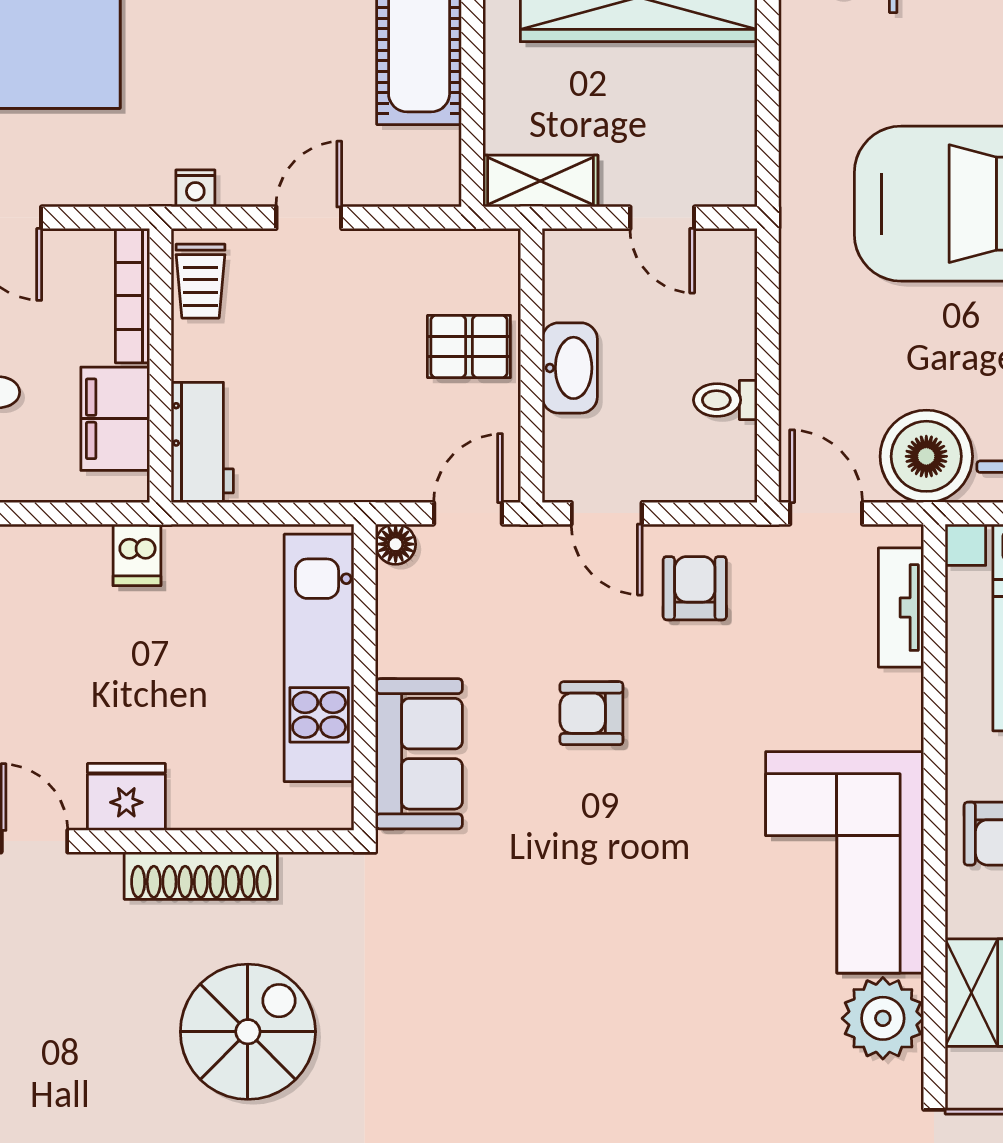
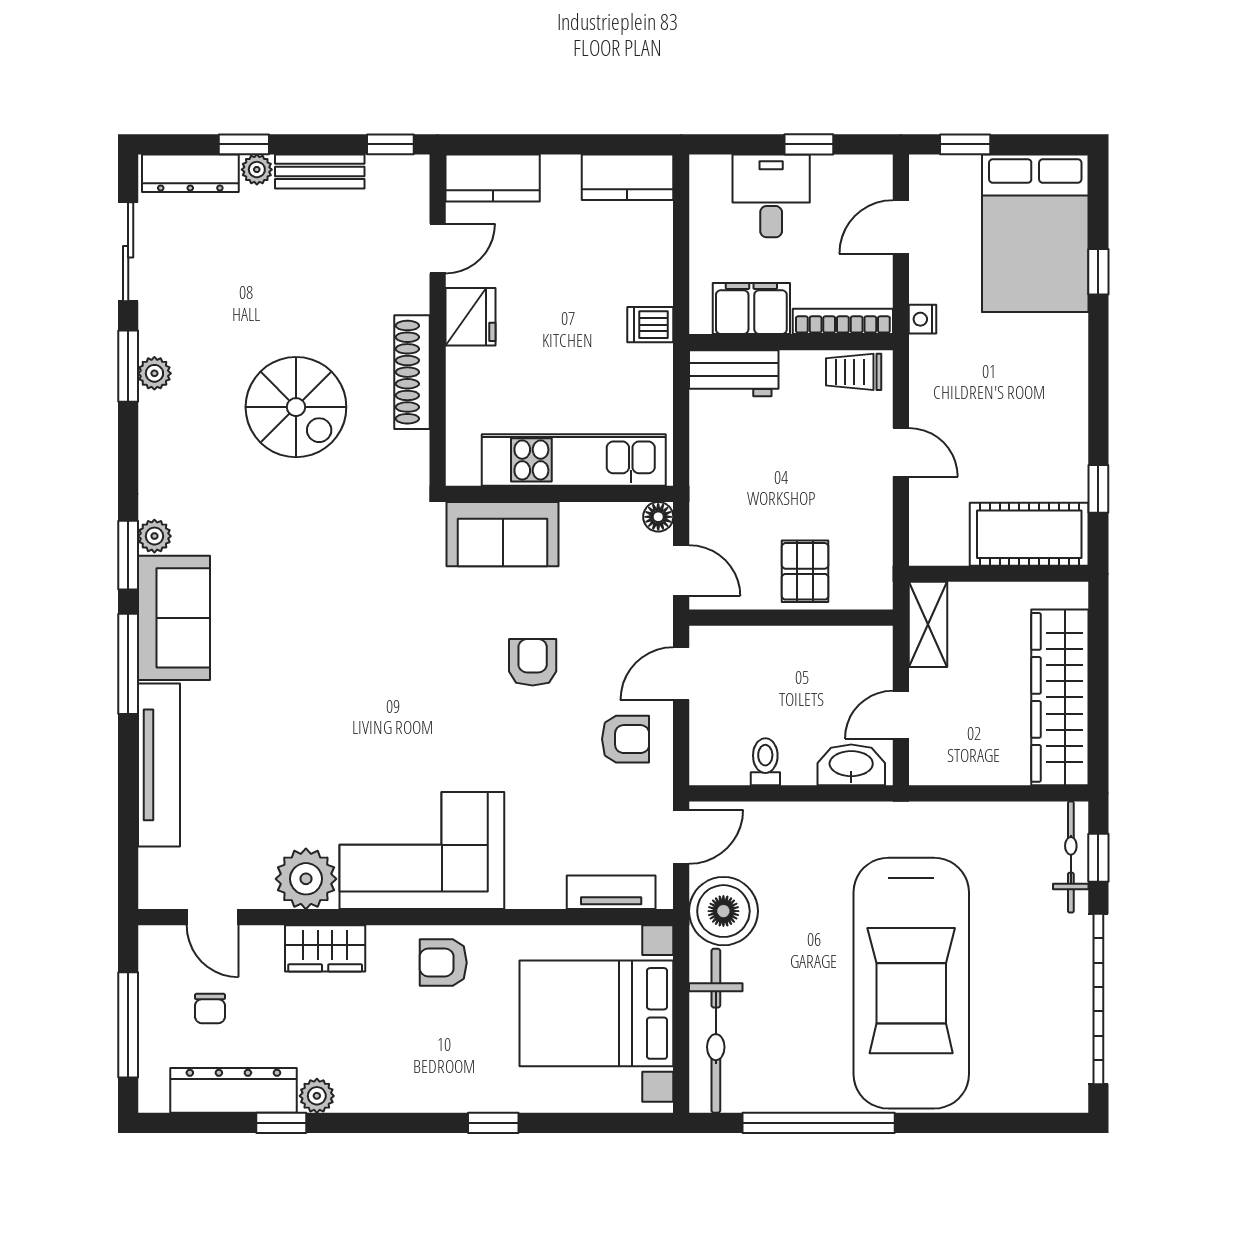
nightstand: (195, 188) -> (922, 319), moved
washbasin: (570, 368) -> (851, 765), moved, turned 180

